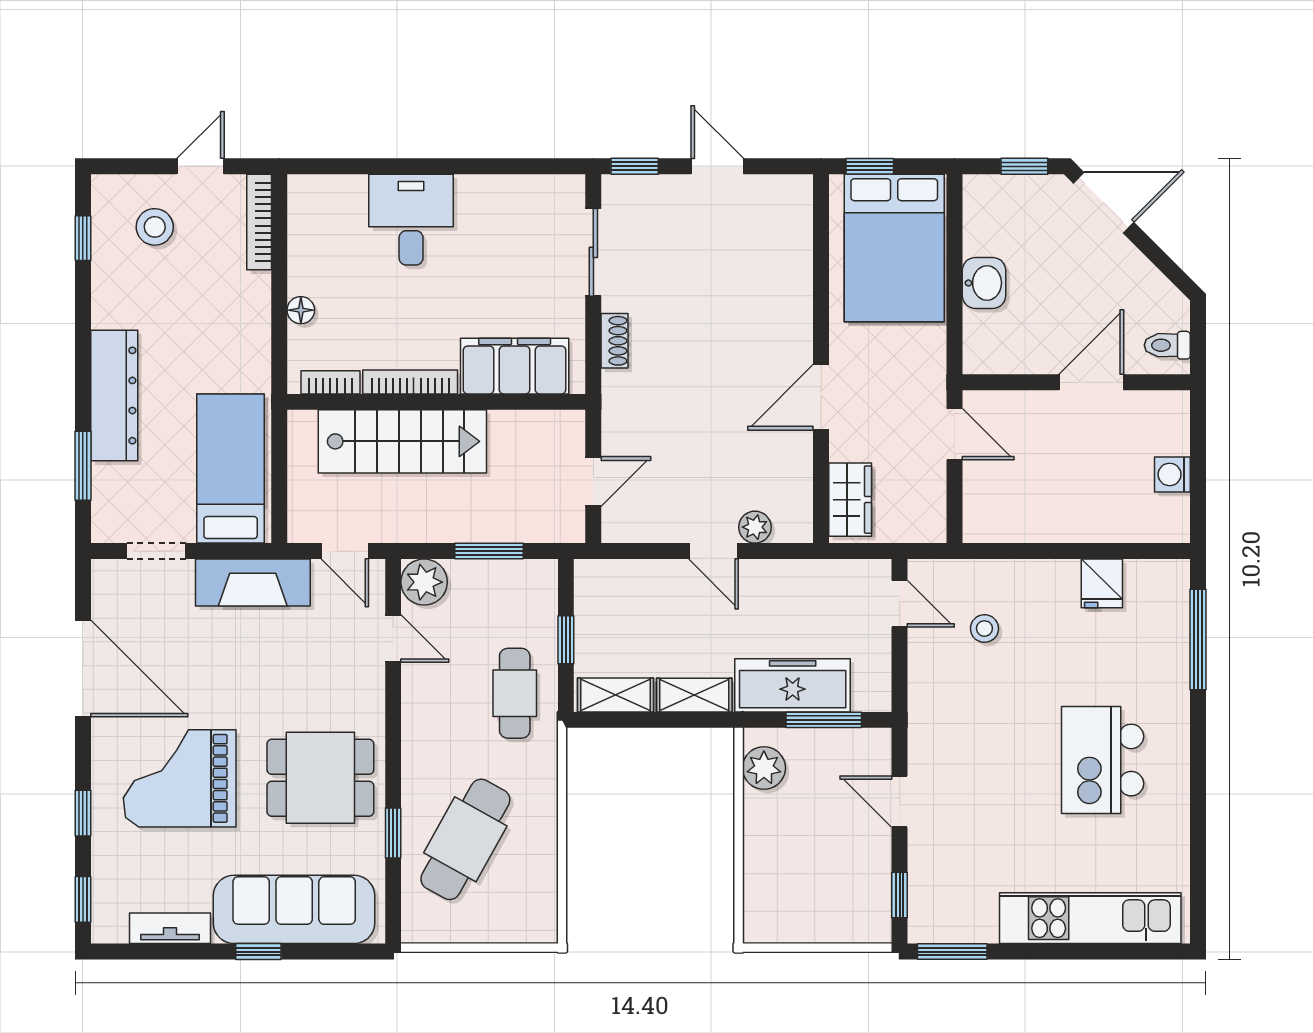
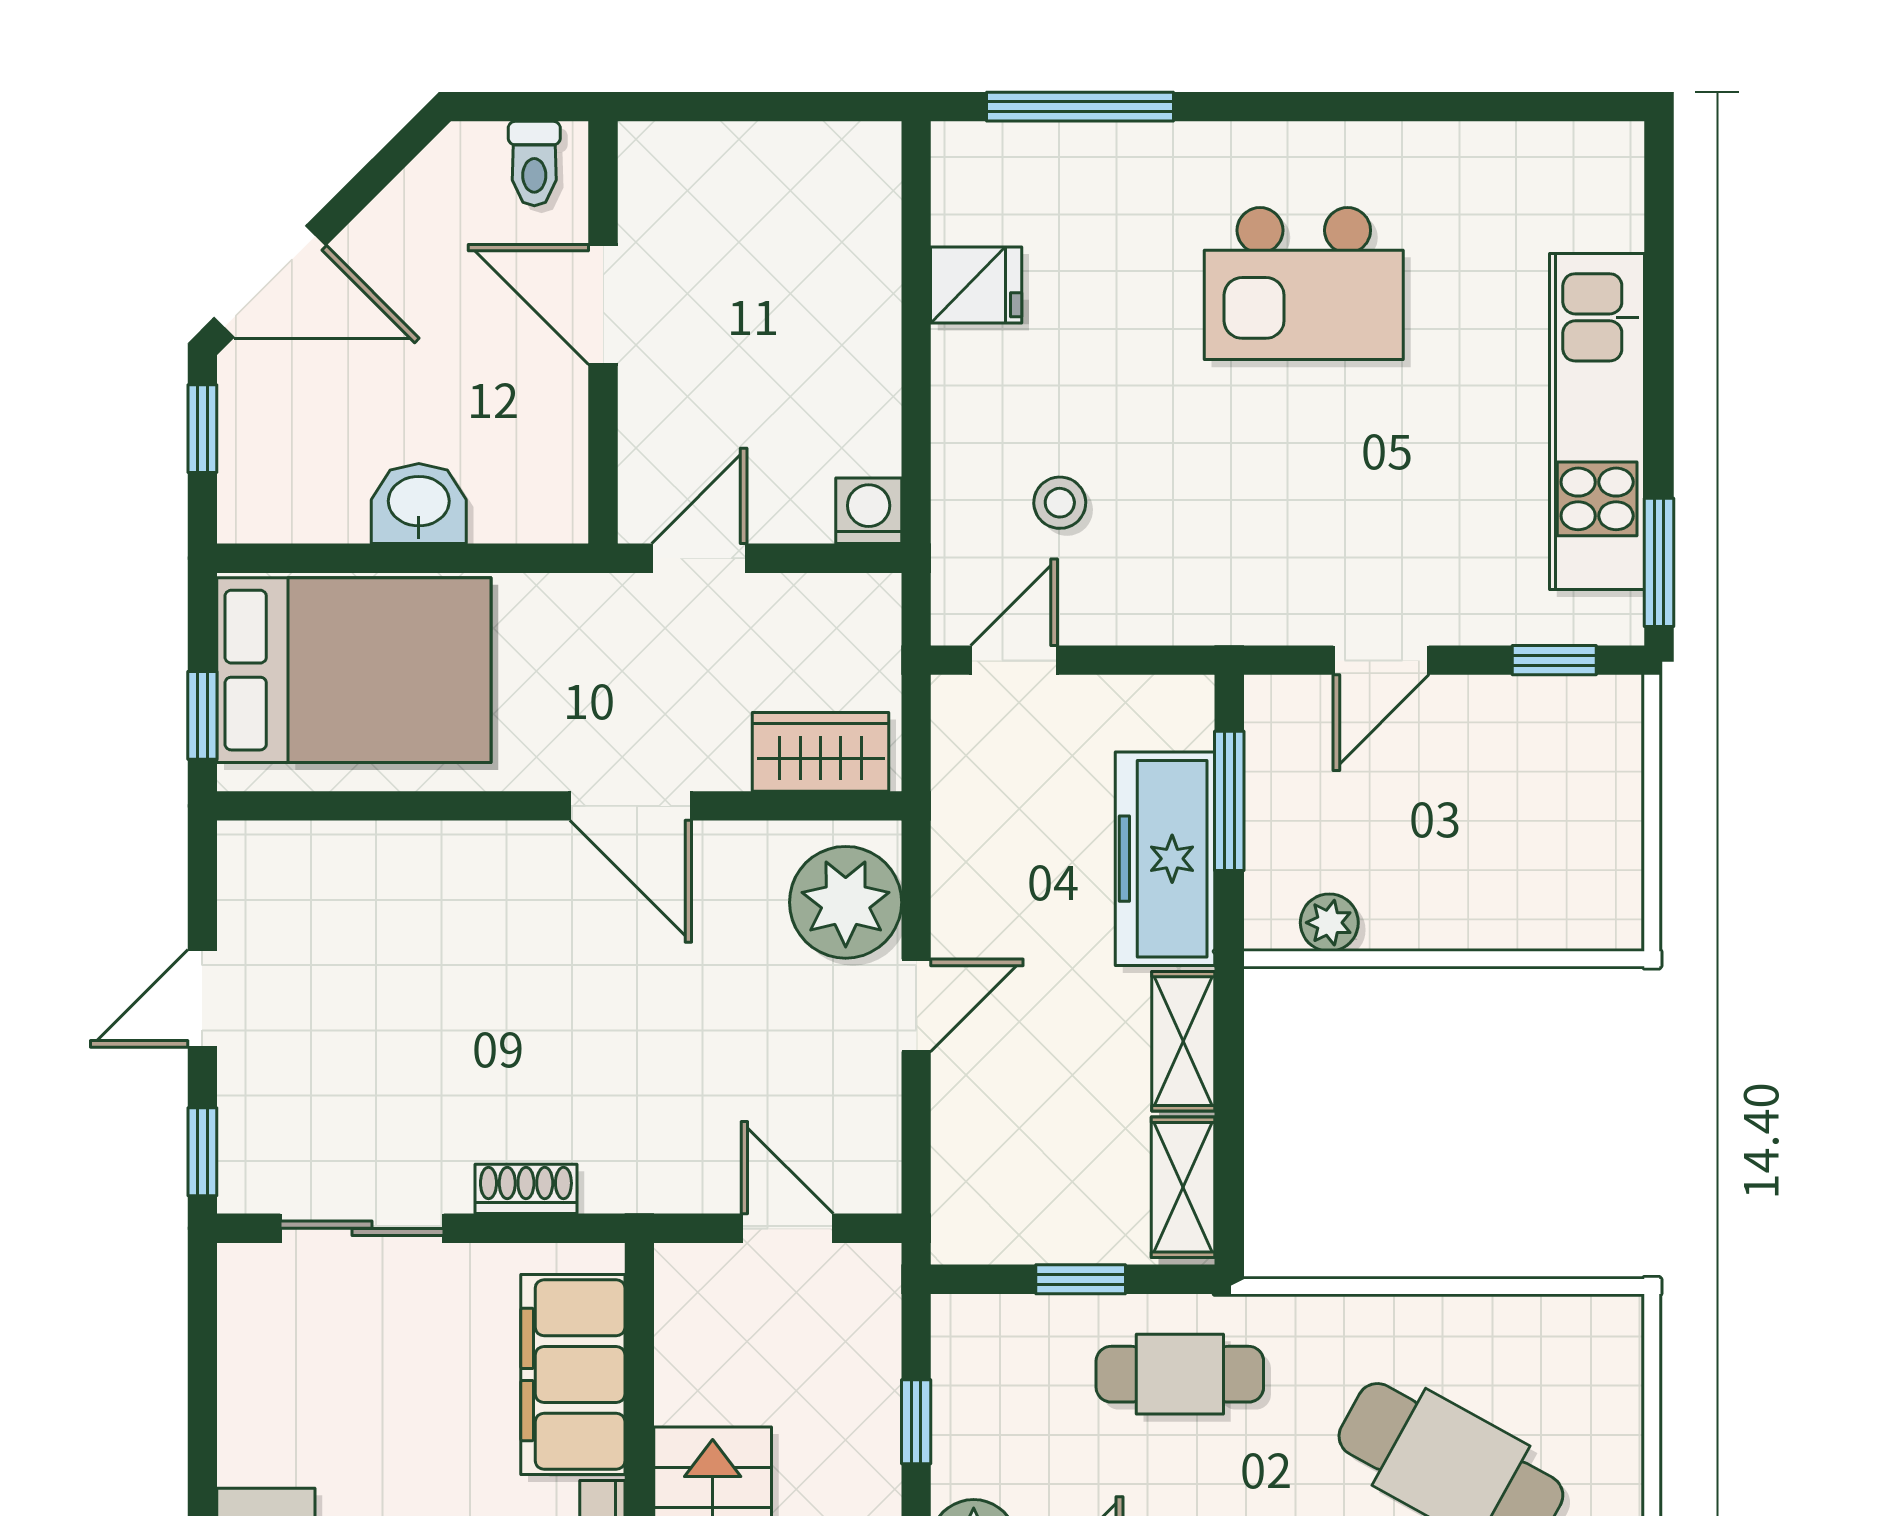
door: (1104, 203) -> (270, 282), swing flipped
washing machine: (1172, 474) -> (869, 511), moved, turned 180
plant: (755, 527) -> (846, 902), width x1.87, depth x1.87
window: (489, 551) -> (916, 1422), width x0.67
plant: (764, 768) -> (1329, 923), width x0.73, depth x0.73
kitchen unit: (1090, 918) -> (1597, 422), moved

